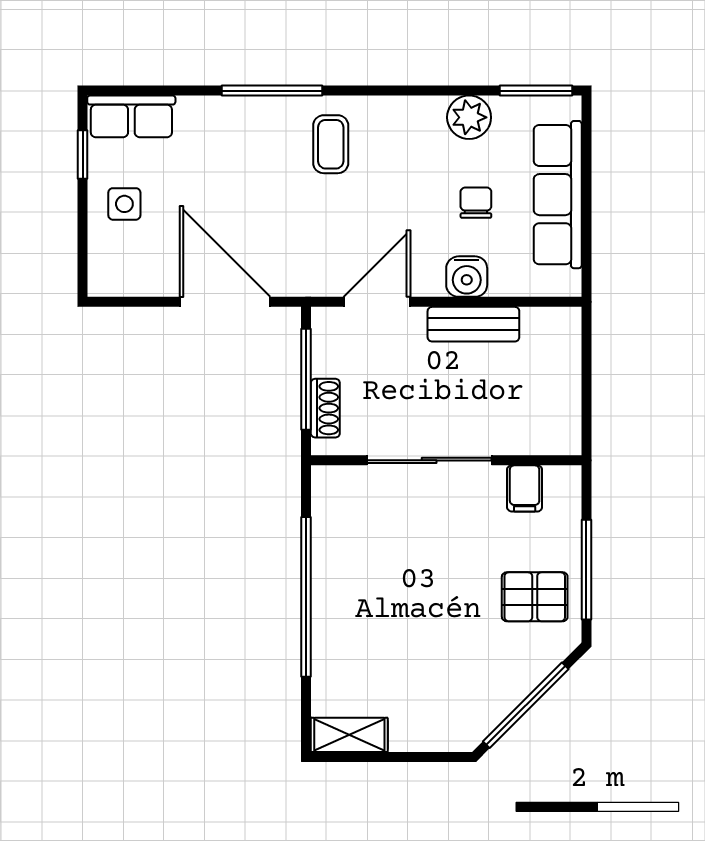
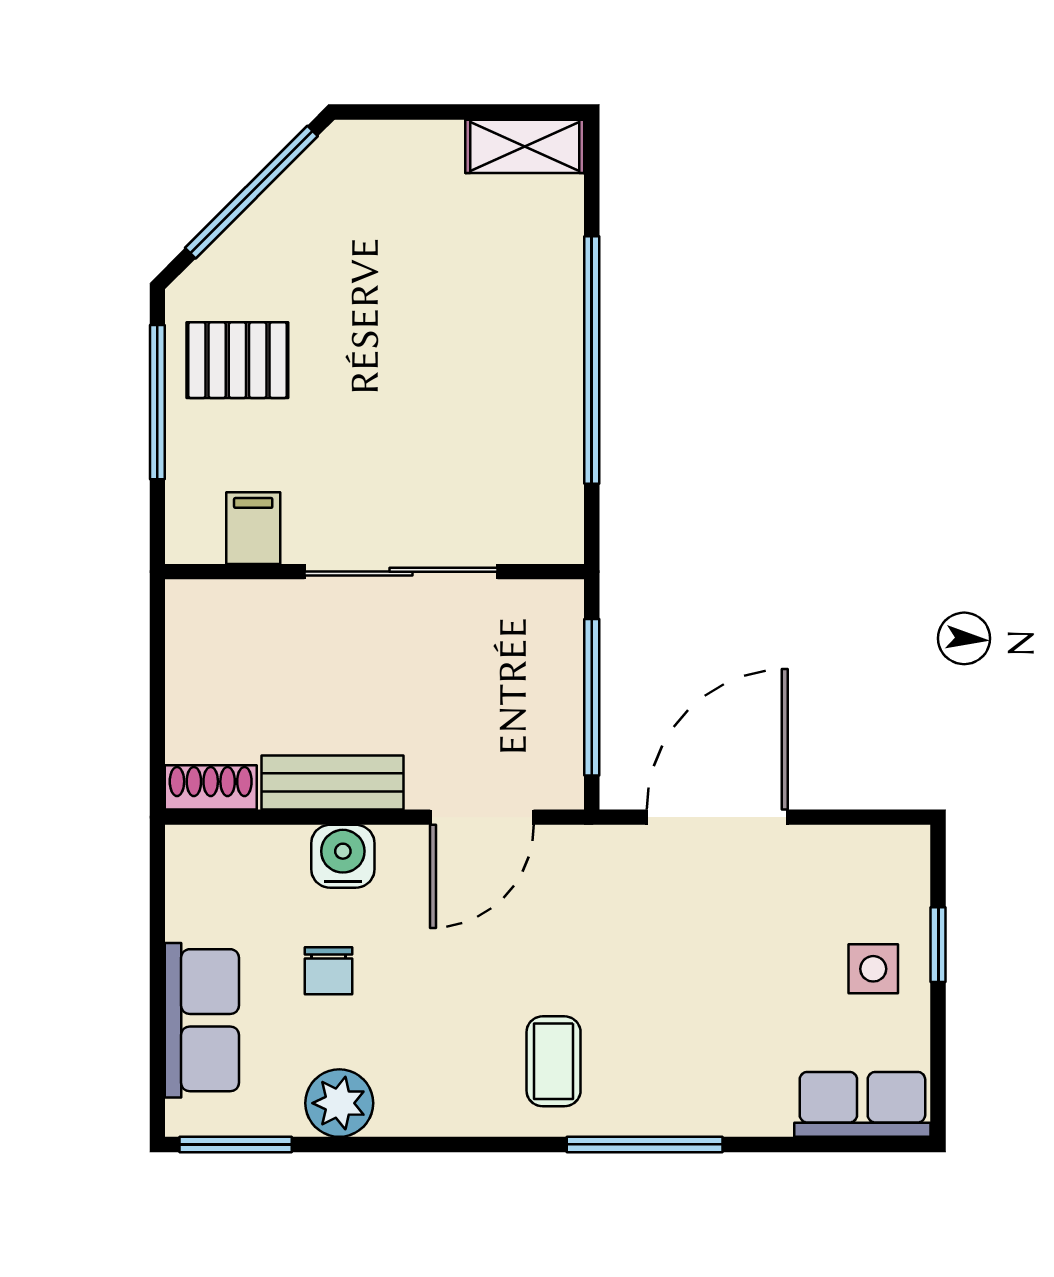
window: (83, 155) -> (938, 945), moved
row of seats: (558, 195) -> (202, 1020), width x0.68
door: (225, 302) -> (717, 817), swing flipped
shoe rack: (325, 408) -> (211, 787), moved, turned 90

